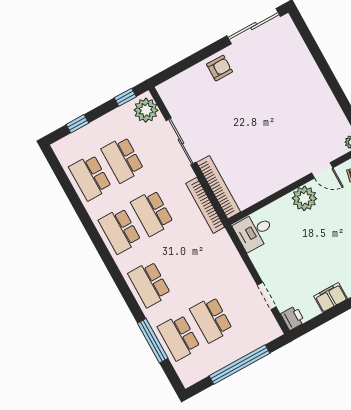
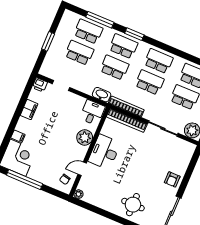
round table: (294, 75) -> (133, 205), added
desk: (278, 170) -> (104, 152), added
plant: (304, 198) -> (85, 137), moved
washbasin: (225, 245) -> (102, 95), added
school desk: (182, 266) -> (114, 68), added
window: (124, 288) -> (134, 34), added
window: (239, 365) -> (48, 41), width x0.47

